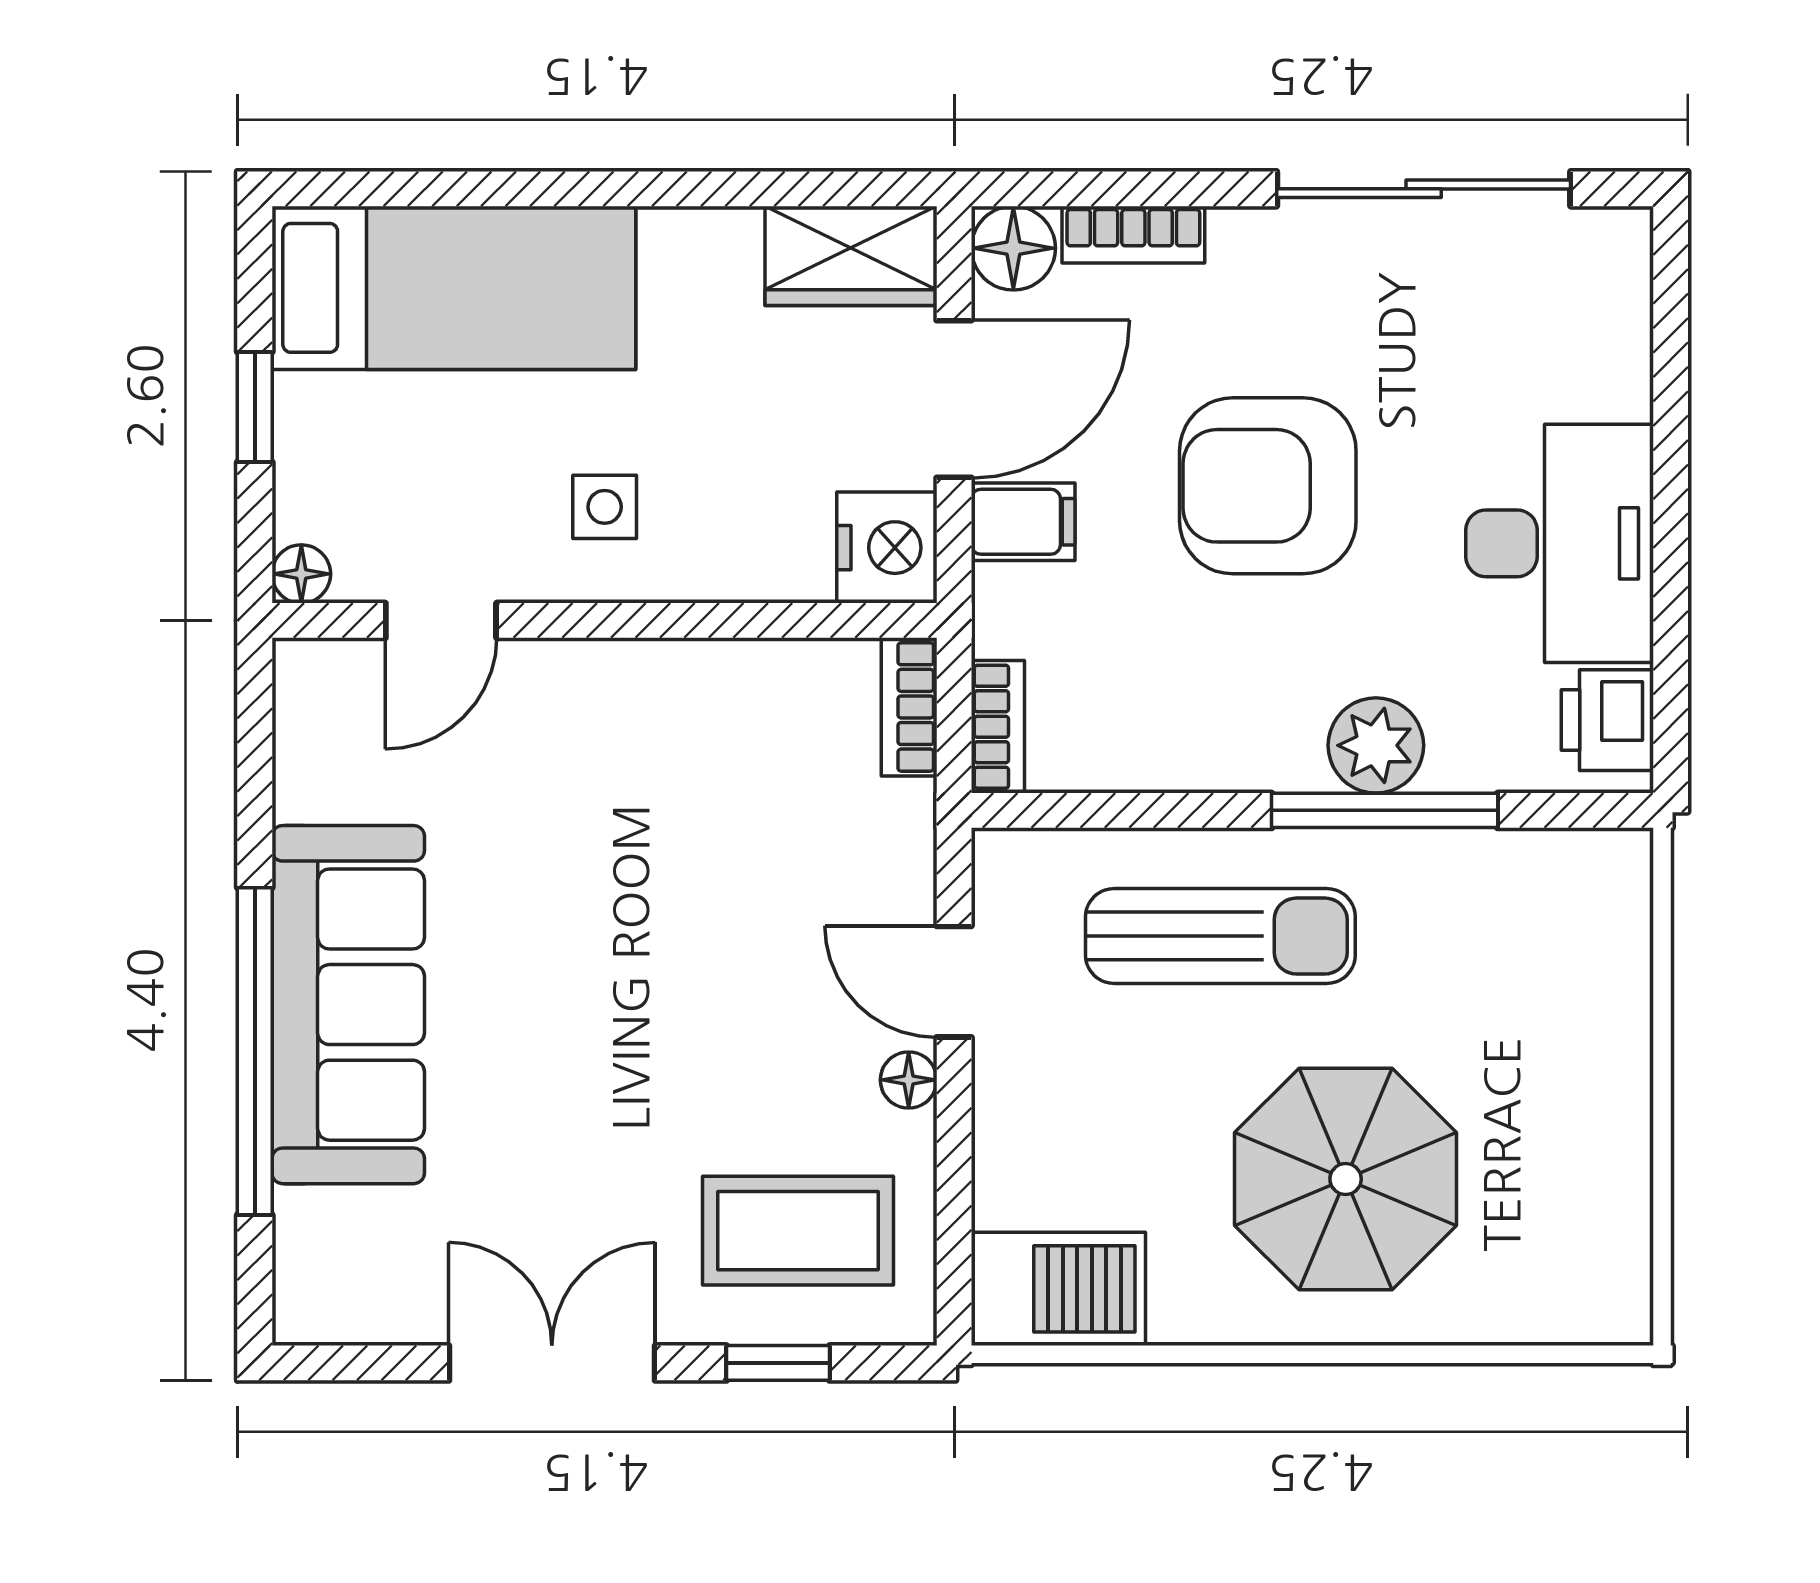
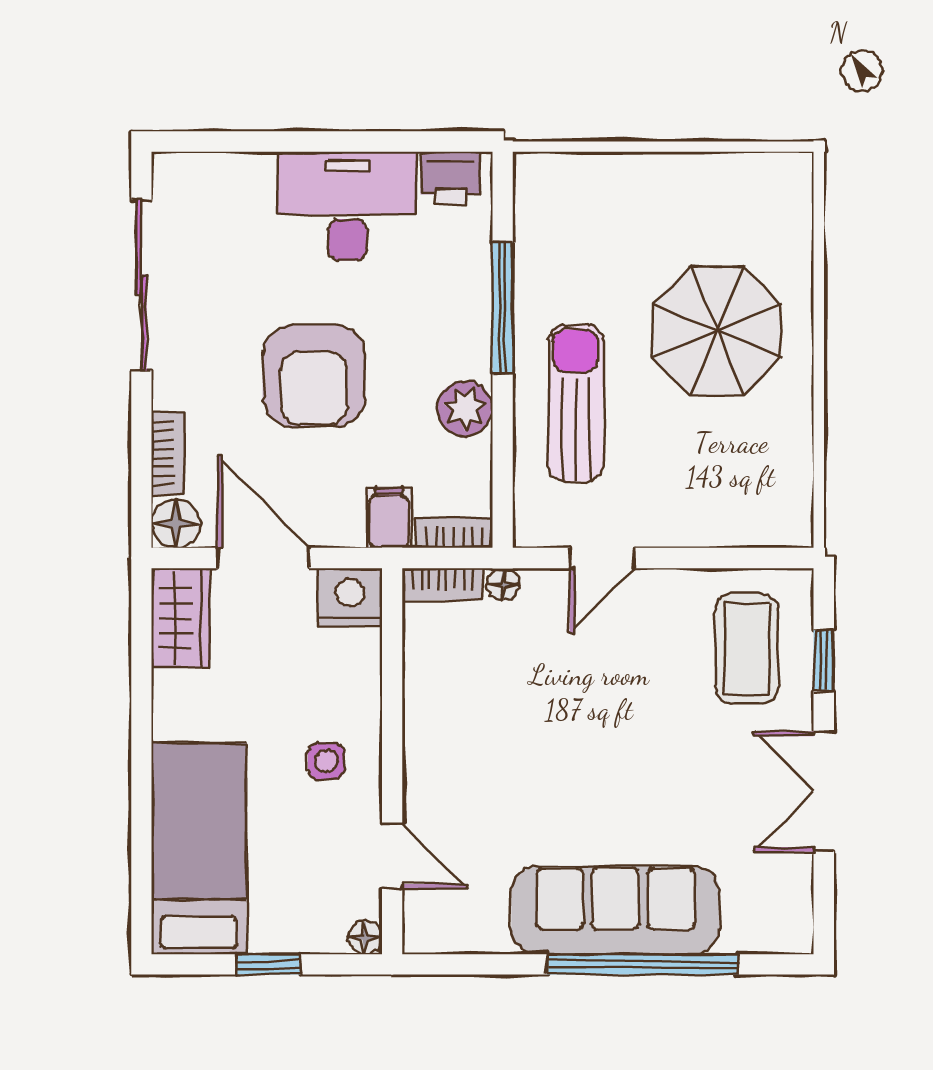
filing cabinet: (1023, 522) -> (389, 518), moved
plant: (1376, 745) -> (465, 408), moved
floor lamp: (909, 1080) -> (503, 584), moved
barbecue: (1058, 1289) -> (781, 497), removed

